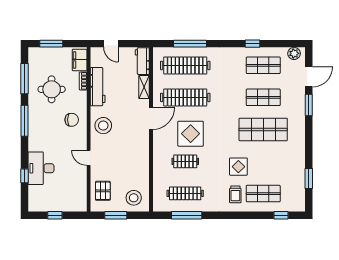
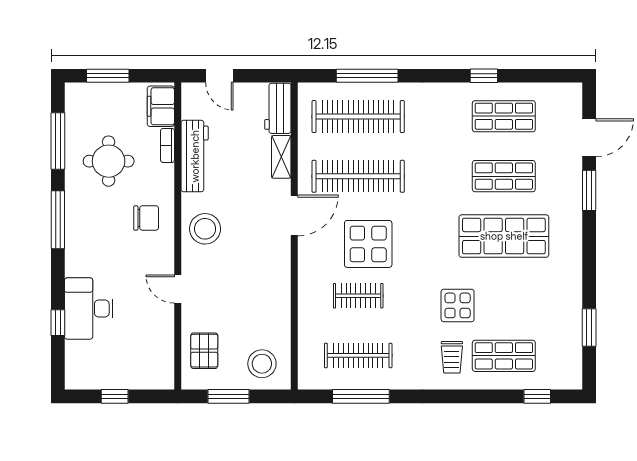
plant: (294, 53) -> (561, 94), removed

